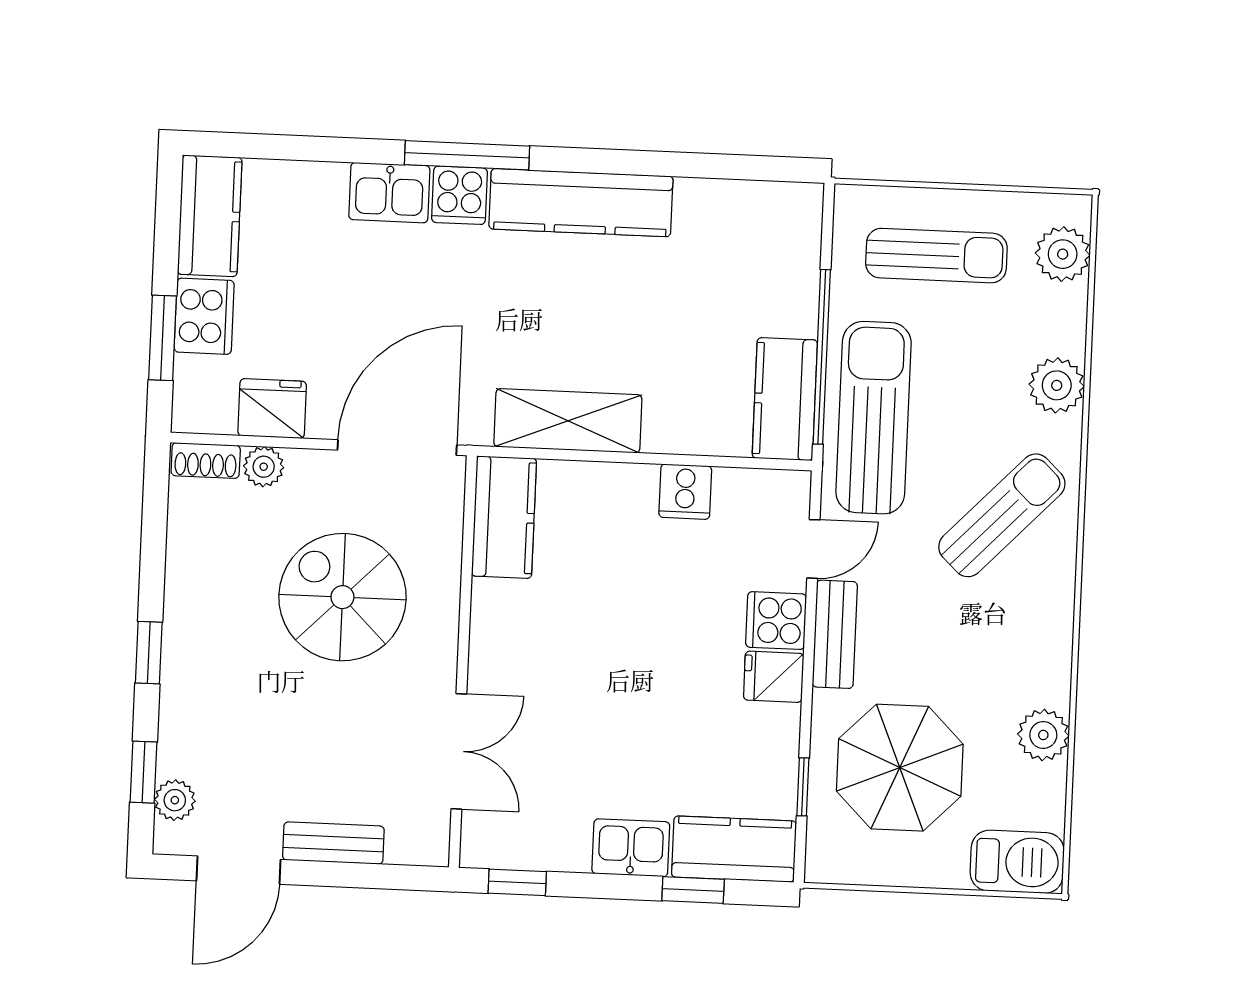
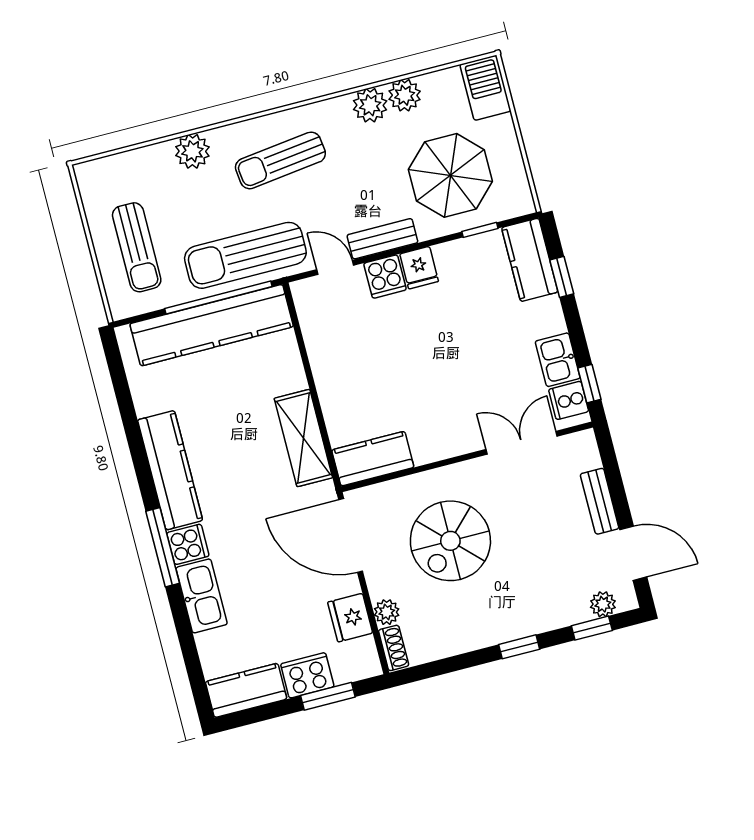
kitchen sink: (389, 193) -> (202, 596), width x1.38
plant: (1063, 254) -> (370, 105), moved
sun lounger: (936, 256) -> (137, 247), turned 180
kitchen counter: (785, 399) -> (212, 325), width x2.08, depth x1.17
cooker: (685, 492) -> (569, 400), moved, turned 180
sun lounger: (1002, 515) -> (280, 160), turned -51
kitchen sink: (631, 848) -> (558, 360), moved

